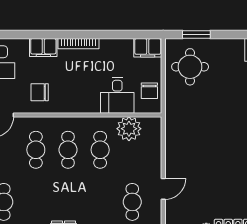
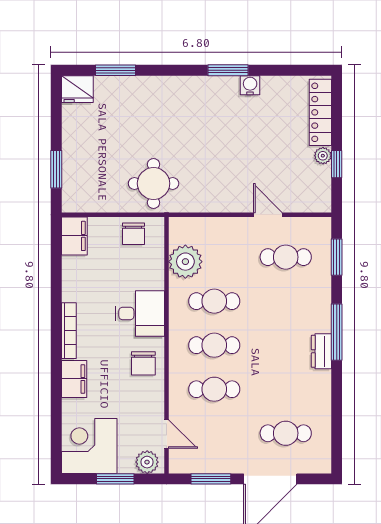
round table: (190, 67) -> (154, 183), moved
chair: (149, 91) -> (133, 234), turned 90
chair: (40, 92) -> (143, 363), moved
desk: (117, 95) -> (140, 314), moved

